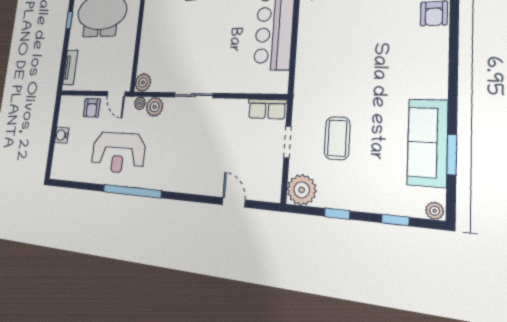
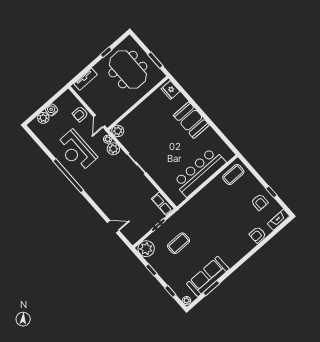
plant: (60, 153) -> (43, 118), added
door: (234, 202) -> (113, 227), hinge flipped

